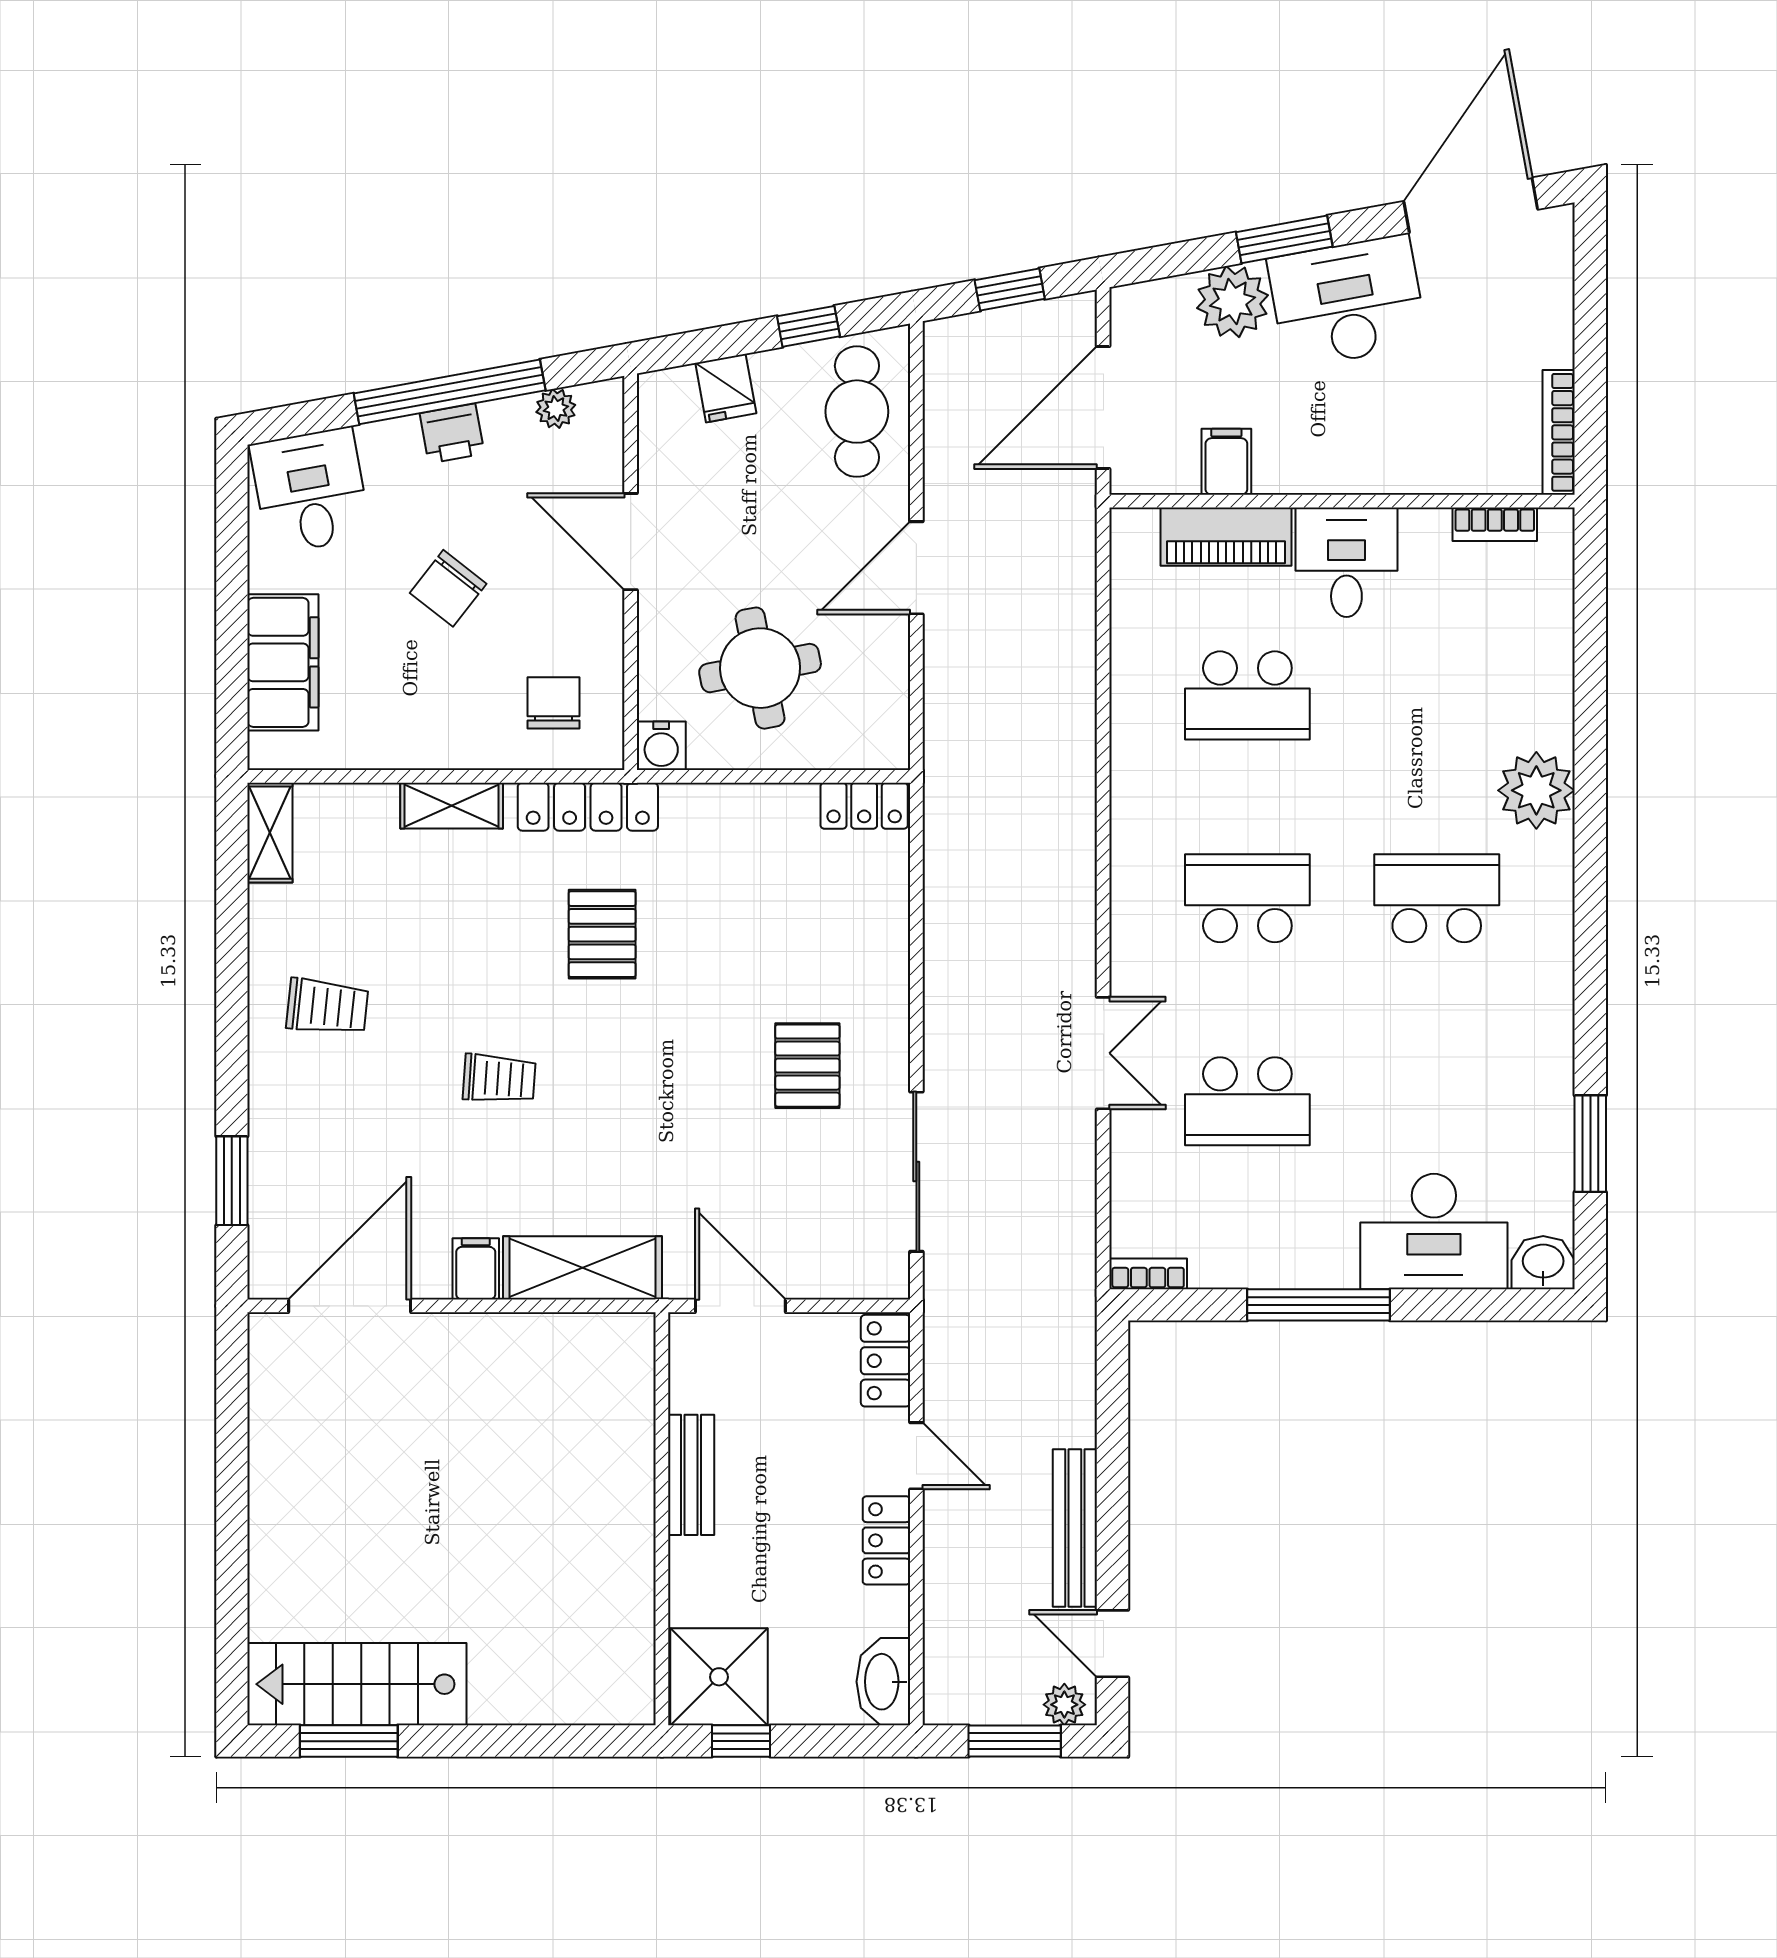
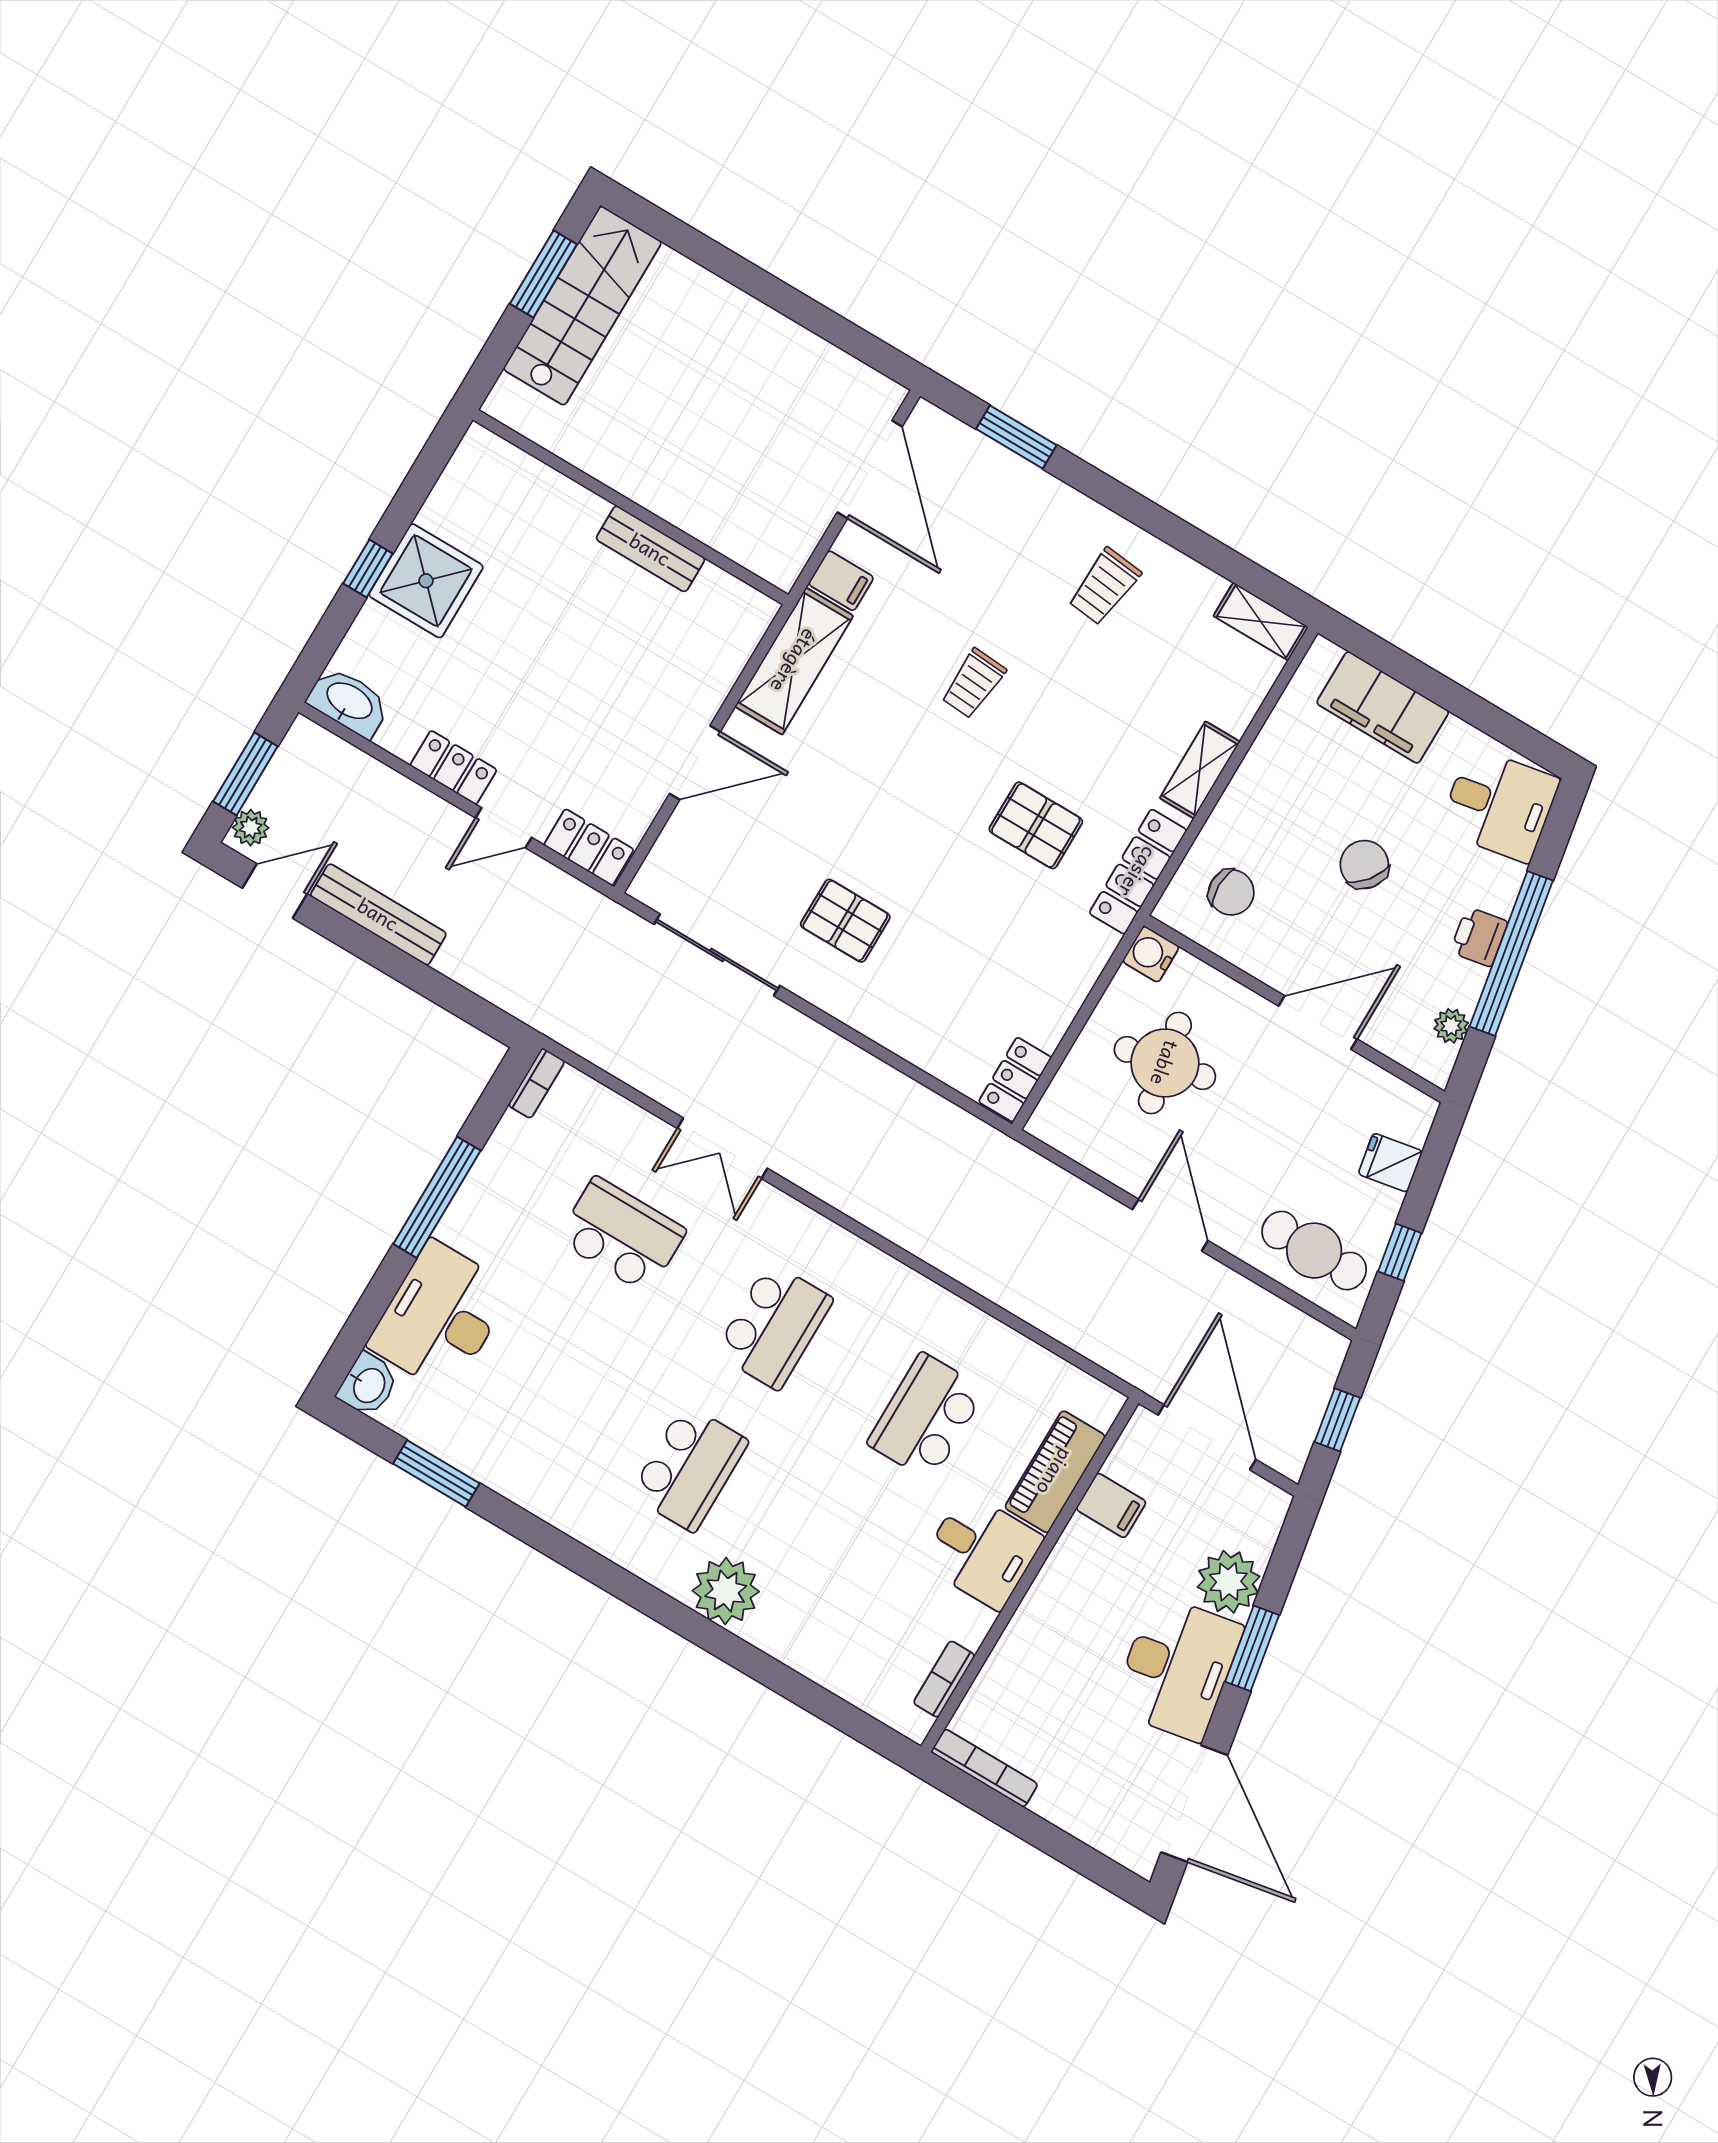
school desk: (1247, 1101) -> (622, 1235), turned 90
bench: (691, 1475) -> (650, 549), moved
wall: (662, 1519) -> (631, 507), moved

